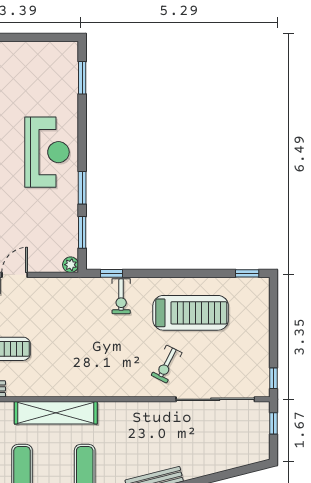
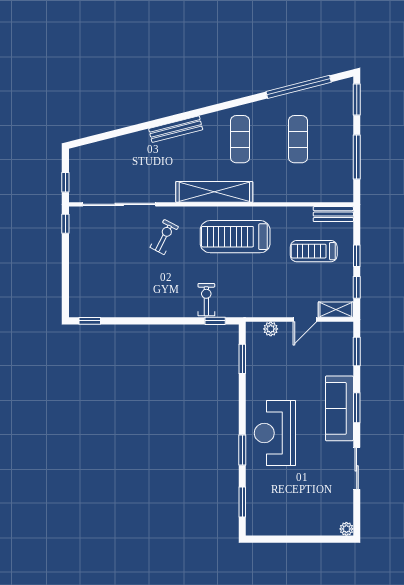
window: (82, 188) -> (242, 450), moved
plant: (71, 265) -> (271, 329), moved
treadmill: (191, 313) -> (235, 237), moved
shelving: (56, 413) -> (214, 192), moved

